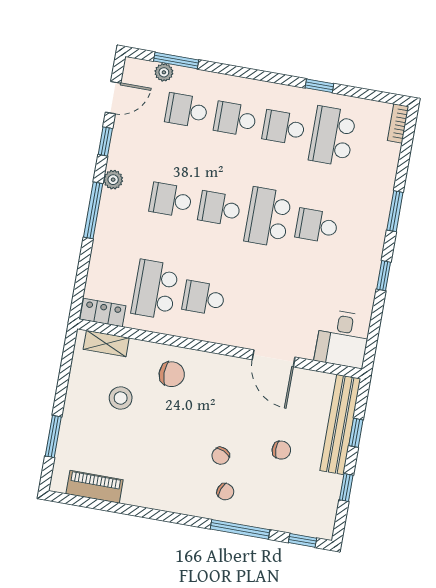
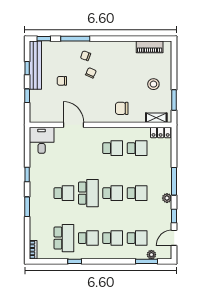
school desk: (155, 289) -> (137, 148), width x0.54
stool: (121, 398) -> (153, 84), moved
bench: (340, 425) -> (35, 65), moved
window: (53, 436) -> (174, 100), moved

